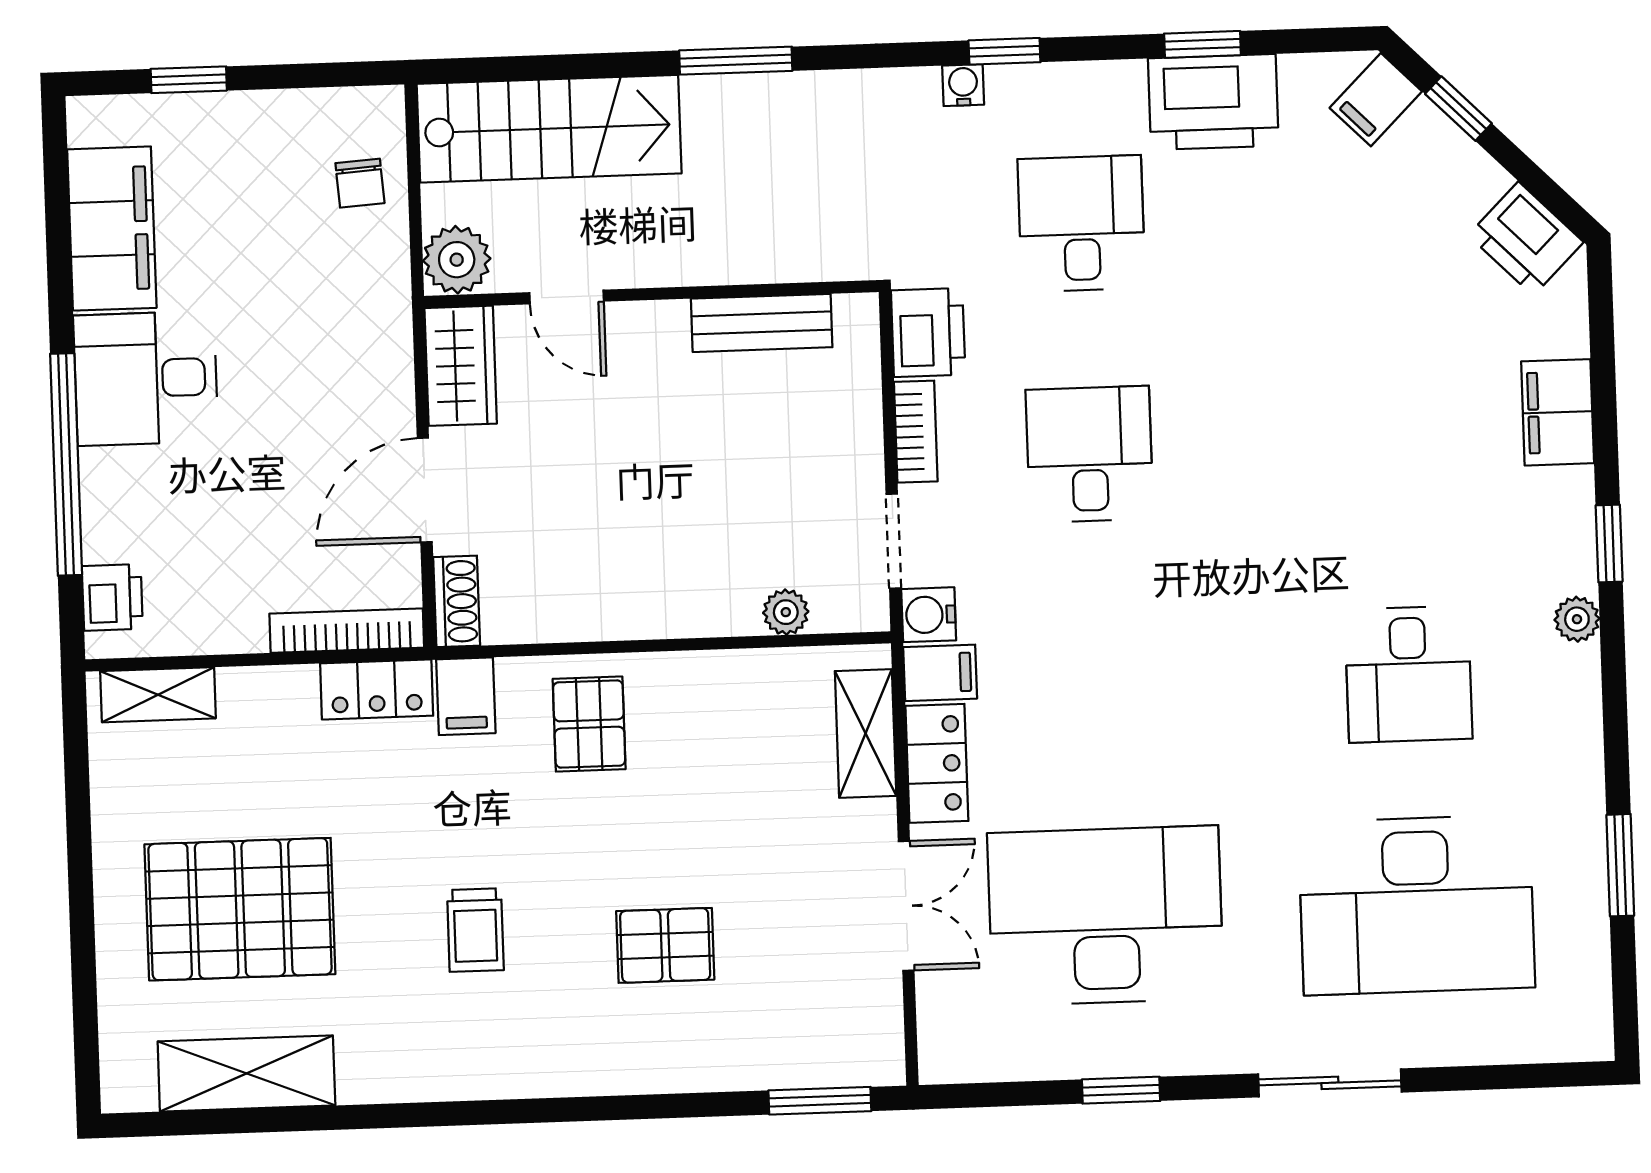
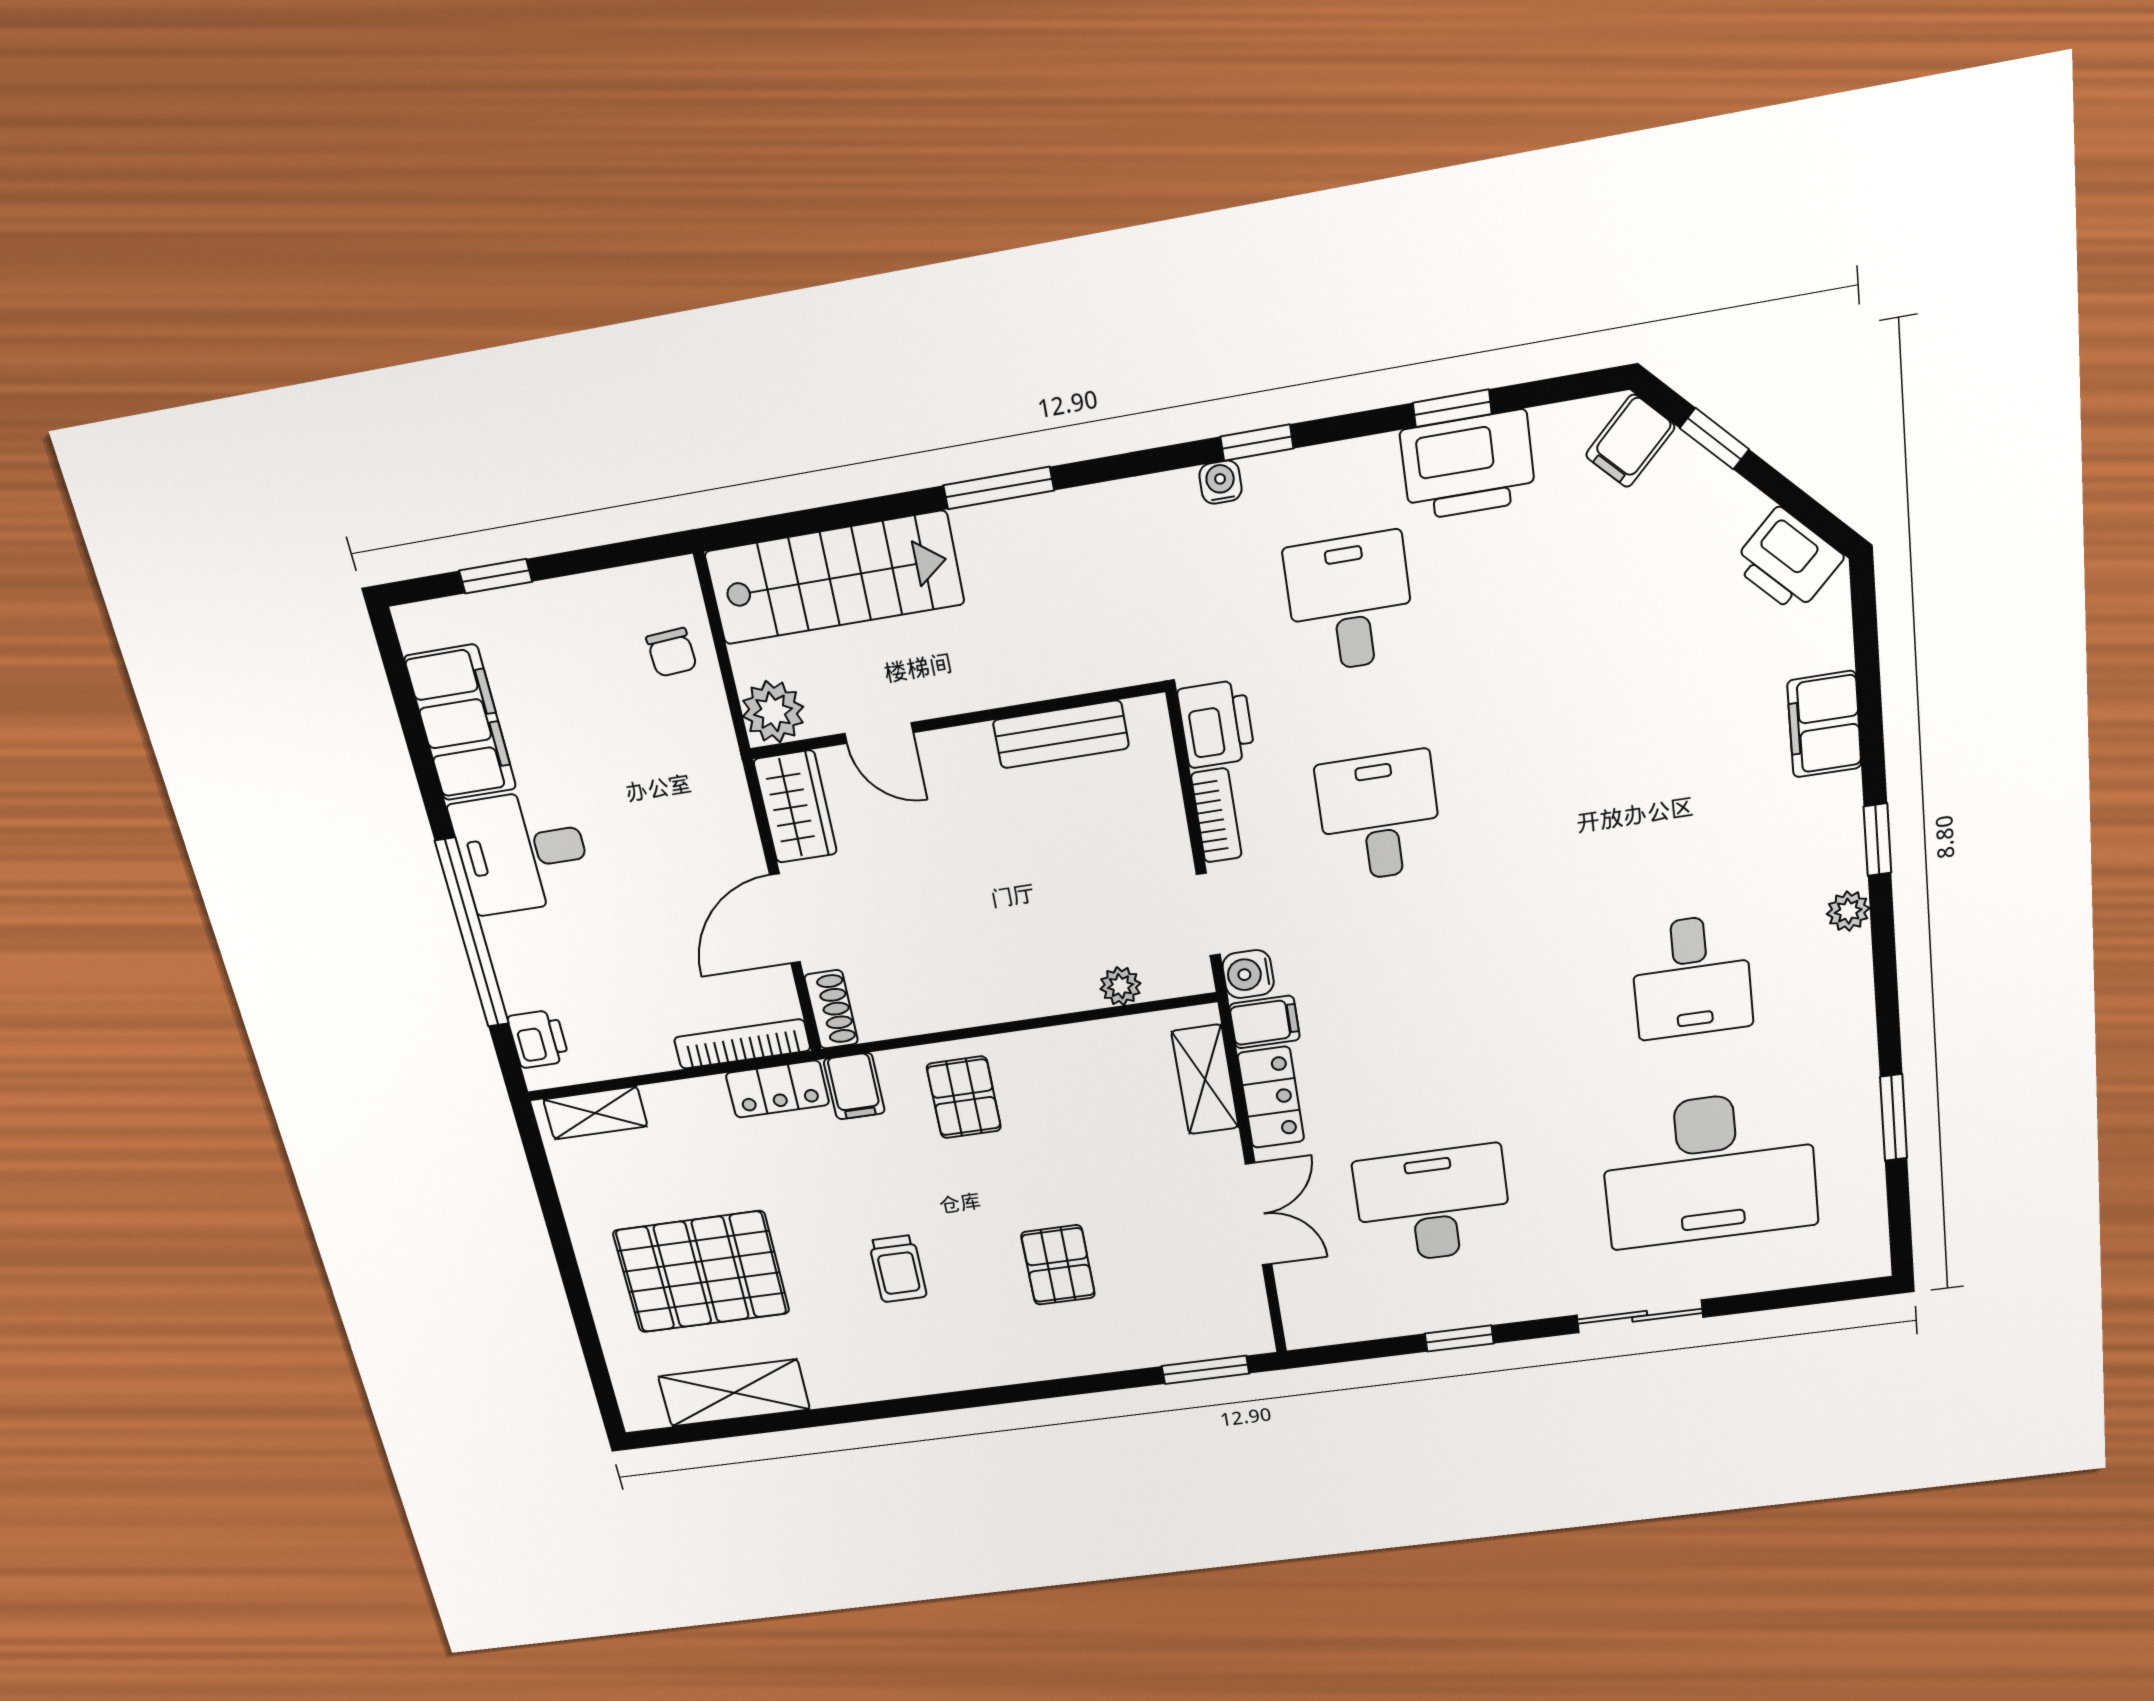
desk: (1106, 916) -> (1433, 1205), width x0.73, depth x0.77
pallet: (665, 945) -> (1058, 1265), turned 90

